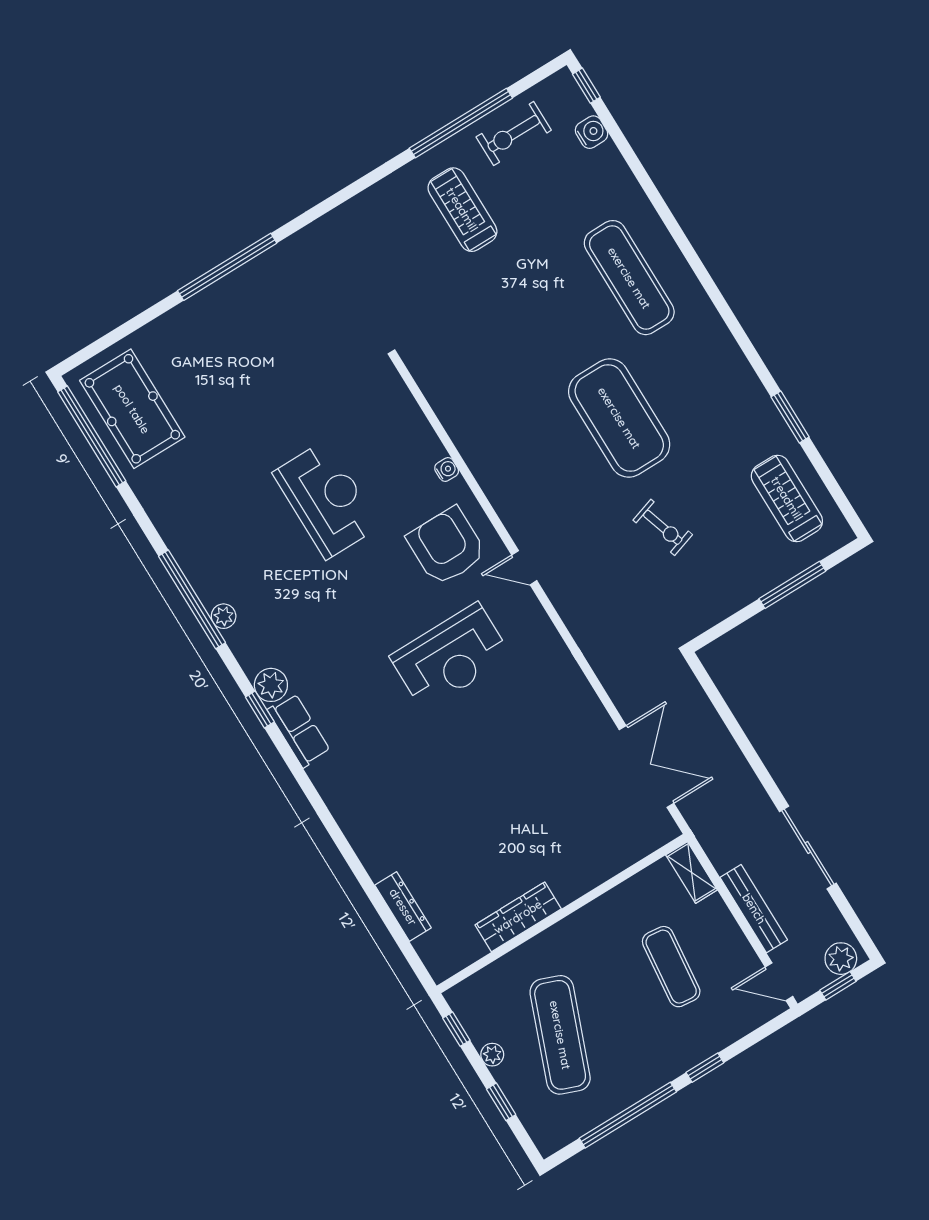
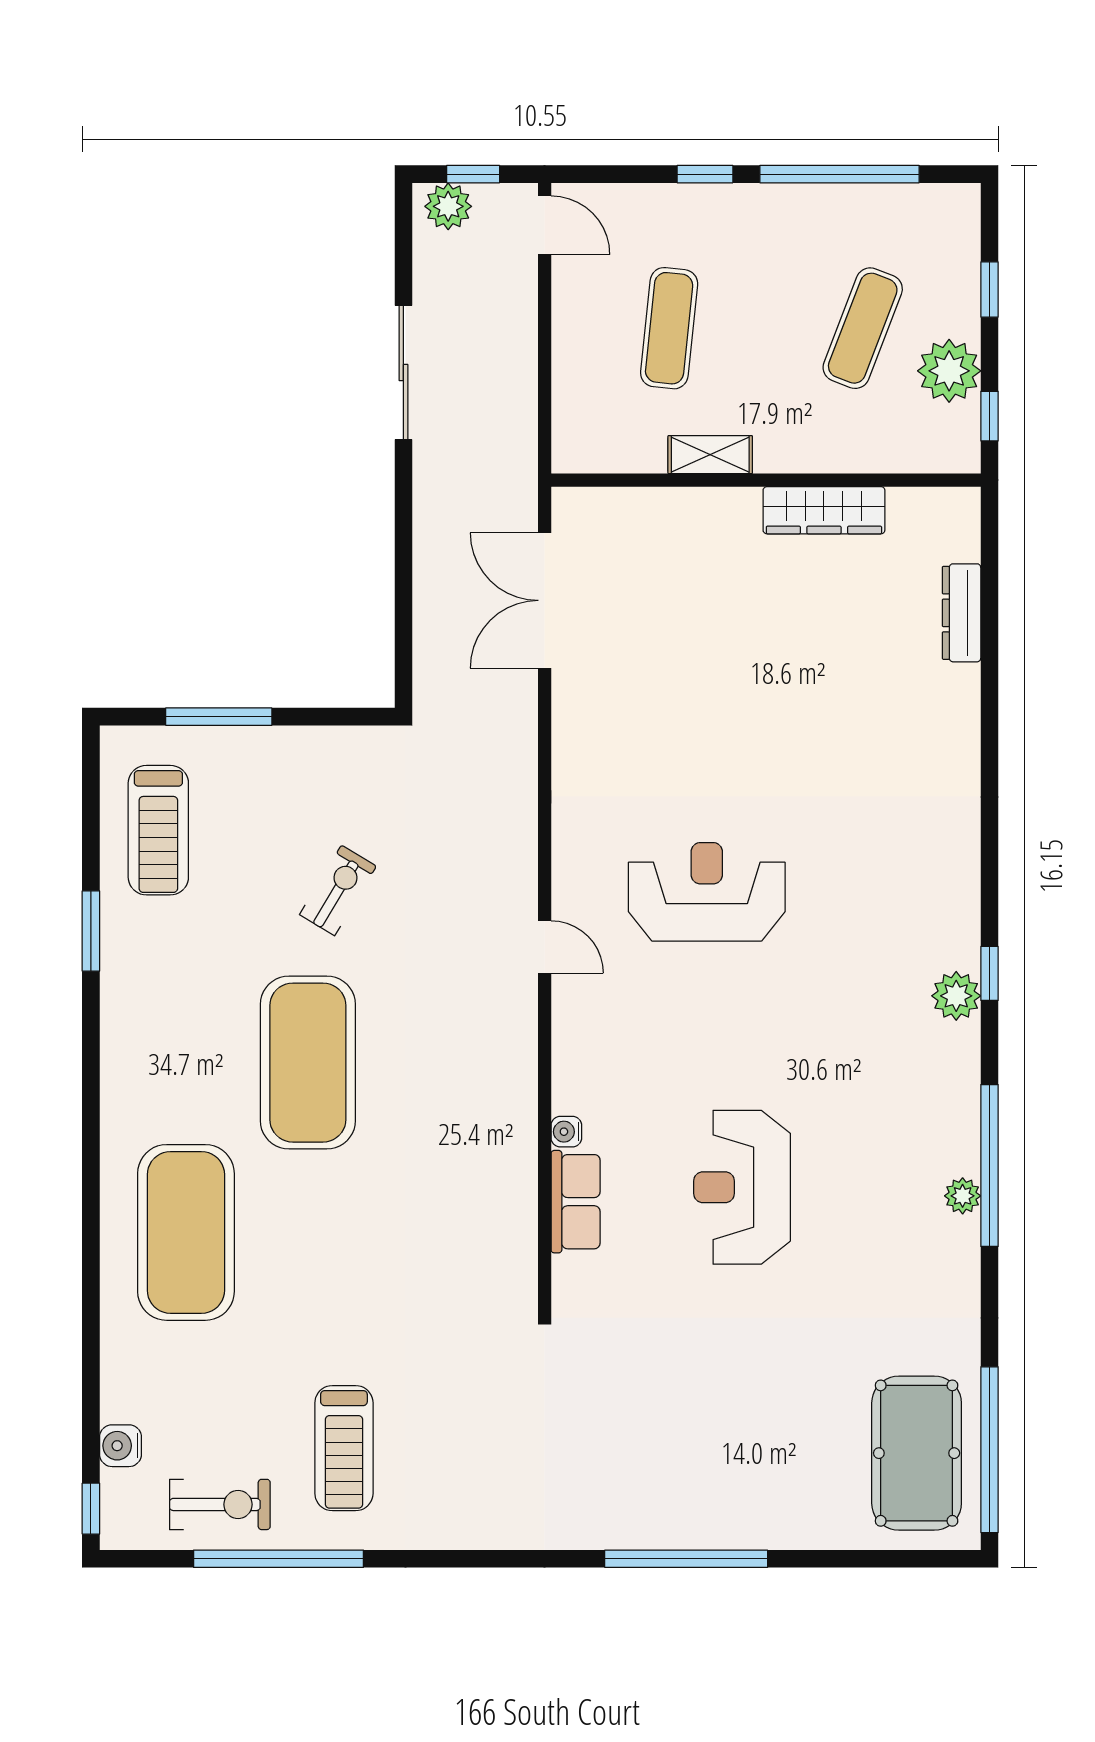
exercise mat: (629, 278) -> (186, 1232), width x1.47
exercise bike: (663, 527) -> (338, 890), turned 49
armchair: (447, 546) -> (626, 1035), removed
plant: (224, 616) -> (963, 1196), moved
row of seats: (299, 730) -> (576, 1202), moved, turned 180
shelving: (692, 872) -> (710, 455), moved, turned 90
bench: (754, 909) -> (520, 337), removed
exercise mat: (560, 1035) -> (863, 328), width x0.73, depth x0.69
plant: (492, 1055) -> (949, 371), width x1.88, depth x1.88

